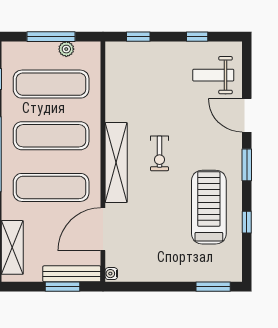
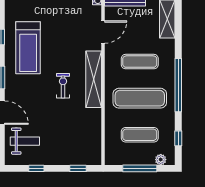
plant: (66, 49) -> (161, 160), moved
exercise mat: (51, 84) -> (140, 135), width x0.73, depth x0.69
exercise mat: (51, 187) -> (140, 62), width x0.73, depth x0.69
door: (103, 229) -> (103, 32), width x0.73

